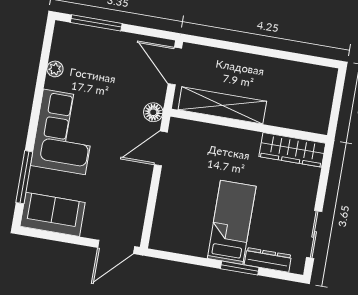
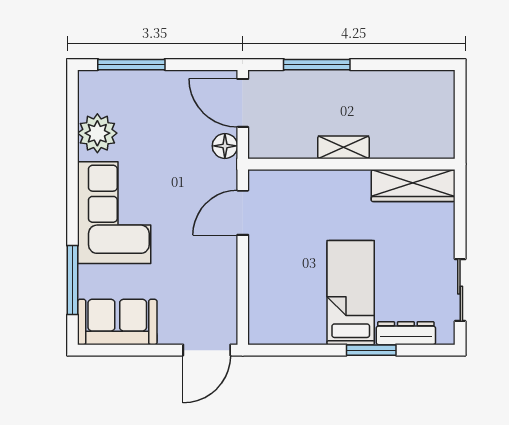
window: (236, 47) -> (317, 65), added
plant: (55, 69) -> (97, 133), width x1.88, depth x1.88
shelving: (222, 105) -> (343, 147), width x0.45, depth x0.75
floor lamp: (153, 112) -> (225, 146), moved

